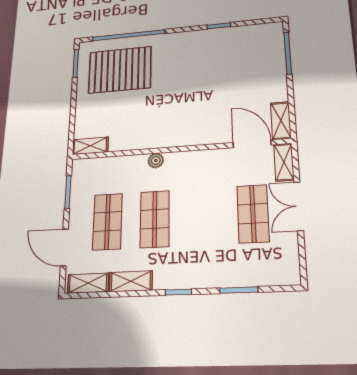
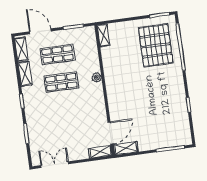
double door: (299, 206) -> (55, 165), moved
shop shelf: (253, 214) -> (69, 137), removed
door: (64, 247) -> (40, 31), hinge flipped

